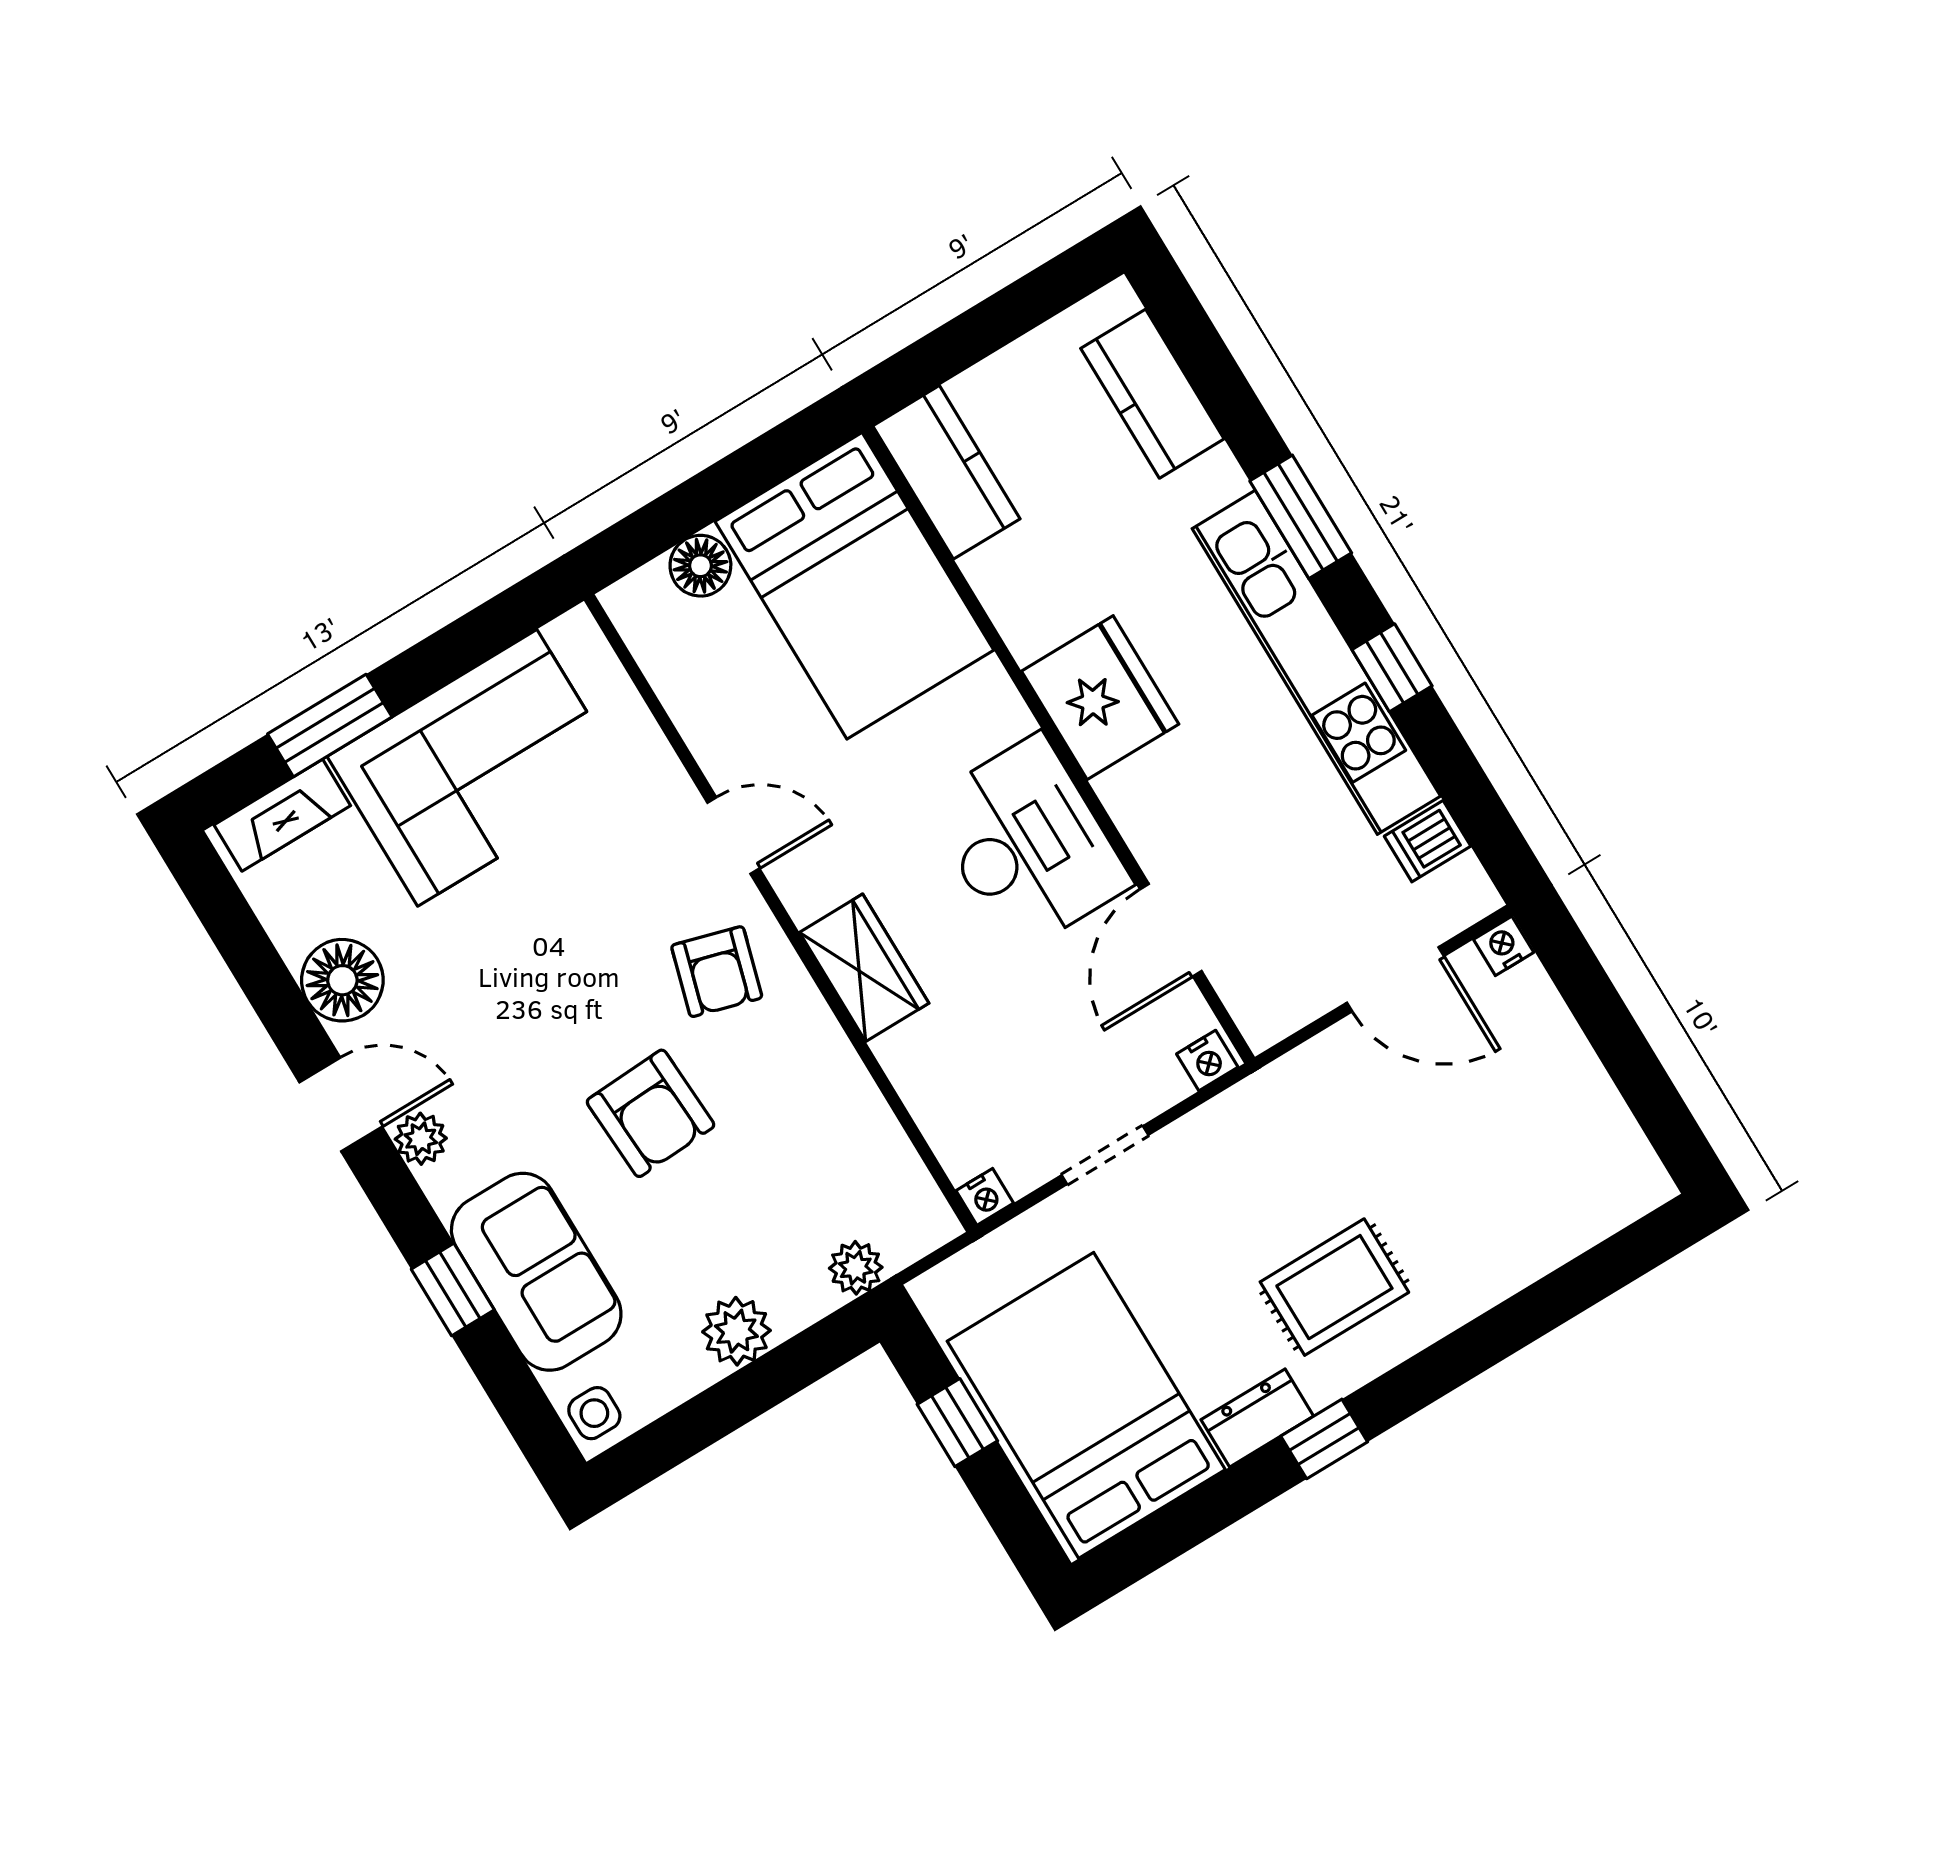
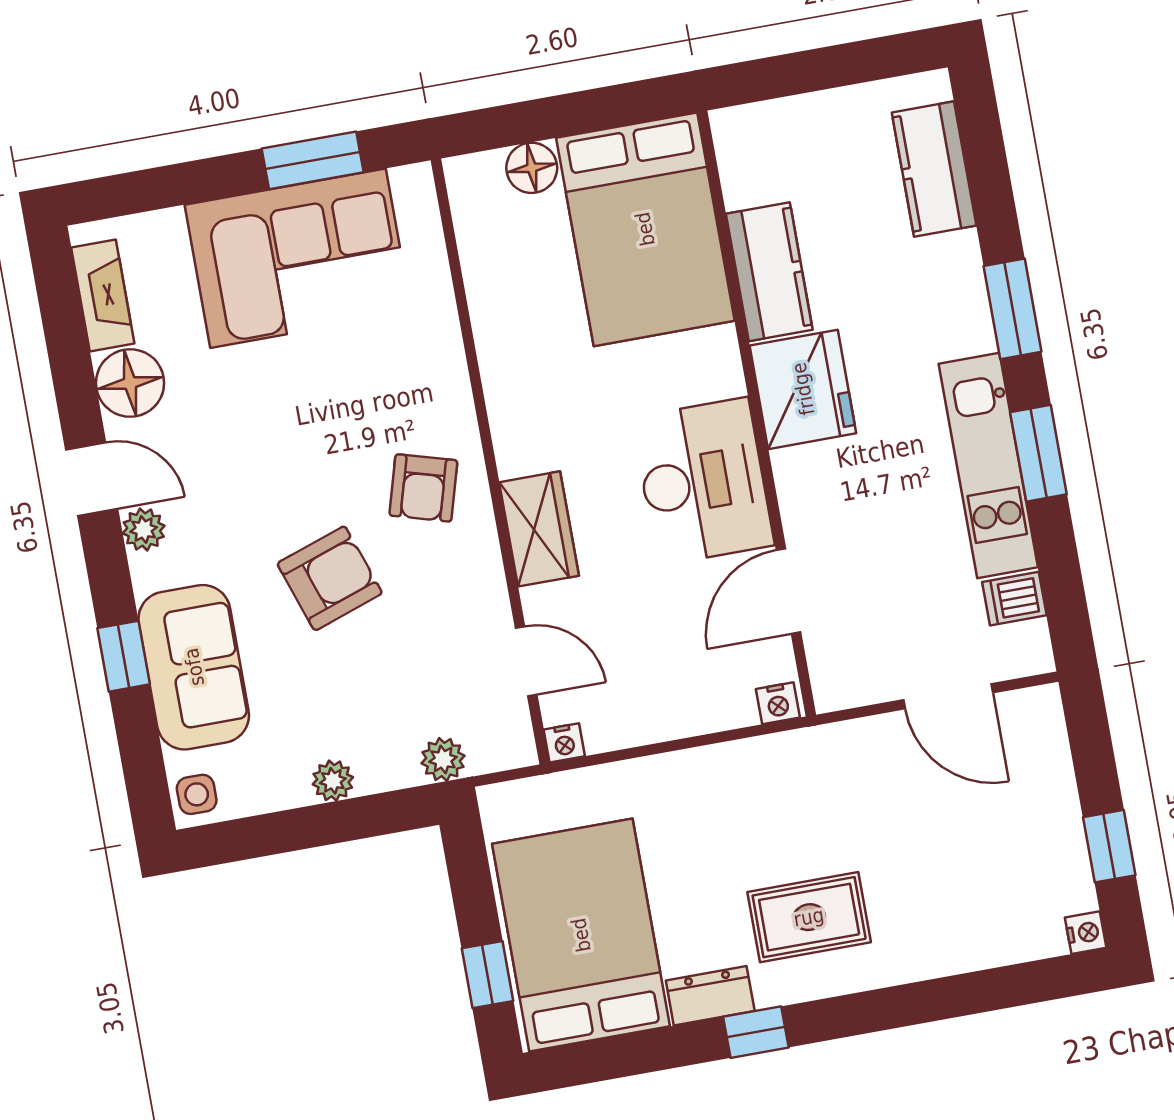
kitchen counter: (946, 472) -> (769, 272), moved
kitchen unit: (1316, 662) -> (988, 466), width x0.73
window: (1392, 668) -> (1038, 453), width x1.50
window: (330, 725) -> (313, 160), moved
fireplace: (282, 815) -> (103, 295), moved, turned -90
door: (733, 836) -> (526, 661), moved
nightstand: (1504, 946) -> (1086, 933), moved, turned 90
window: (1641, 1078) -> (1109, 846), added
armchair: (651, 1113) -> (330, 578), turned -106
doorway: (1105, 1155) -> (670, 746), removed
plant: (736, 1331) -> (333, 781), width x0.73, depth x0.73
window: (957, 1423) -> (487, 975), moved

